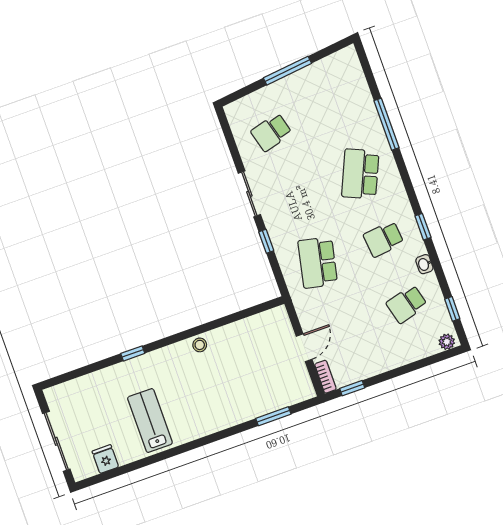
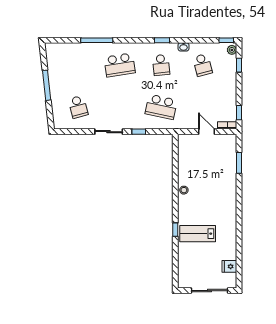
school desk: (360, 174) -> (120, 65), turned -33
window: (452, 309) -> (226, 40), moved
window: (427, 362) -> (239, 65), added
lab bench: (150, 420) -> (198, 234), moved

